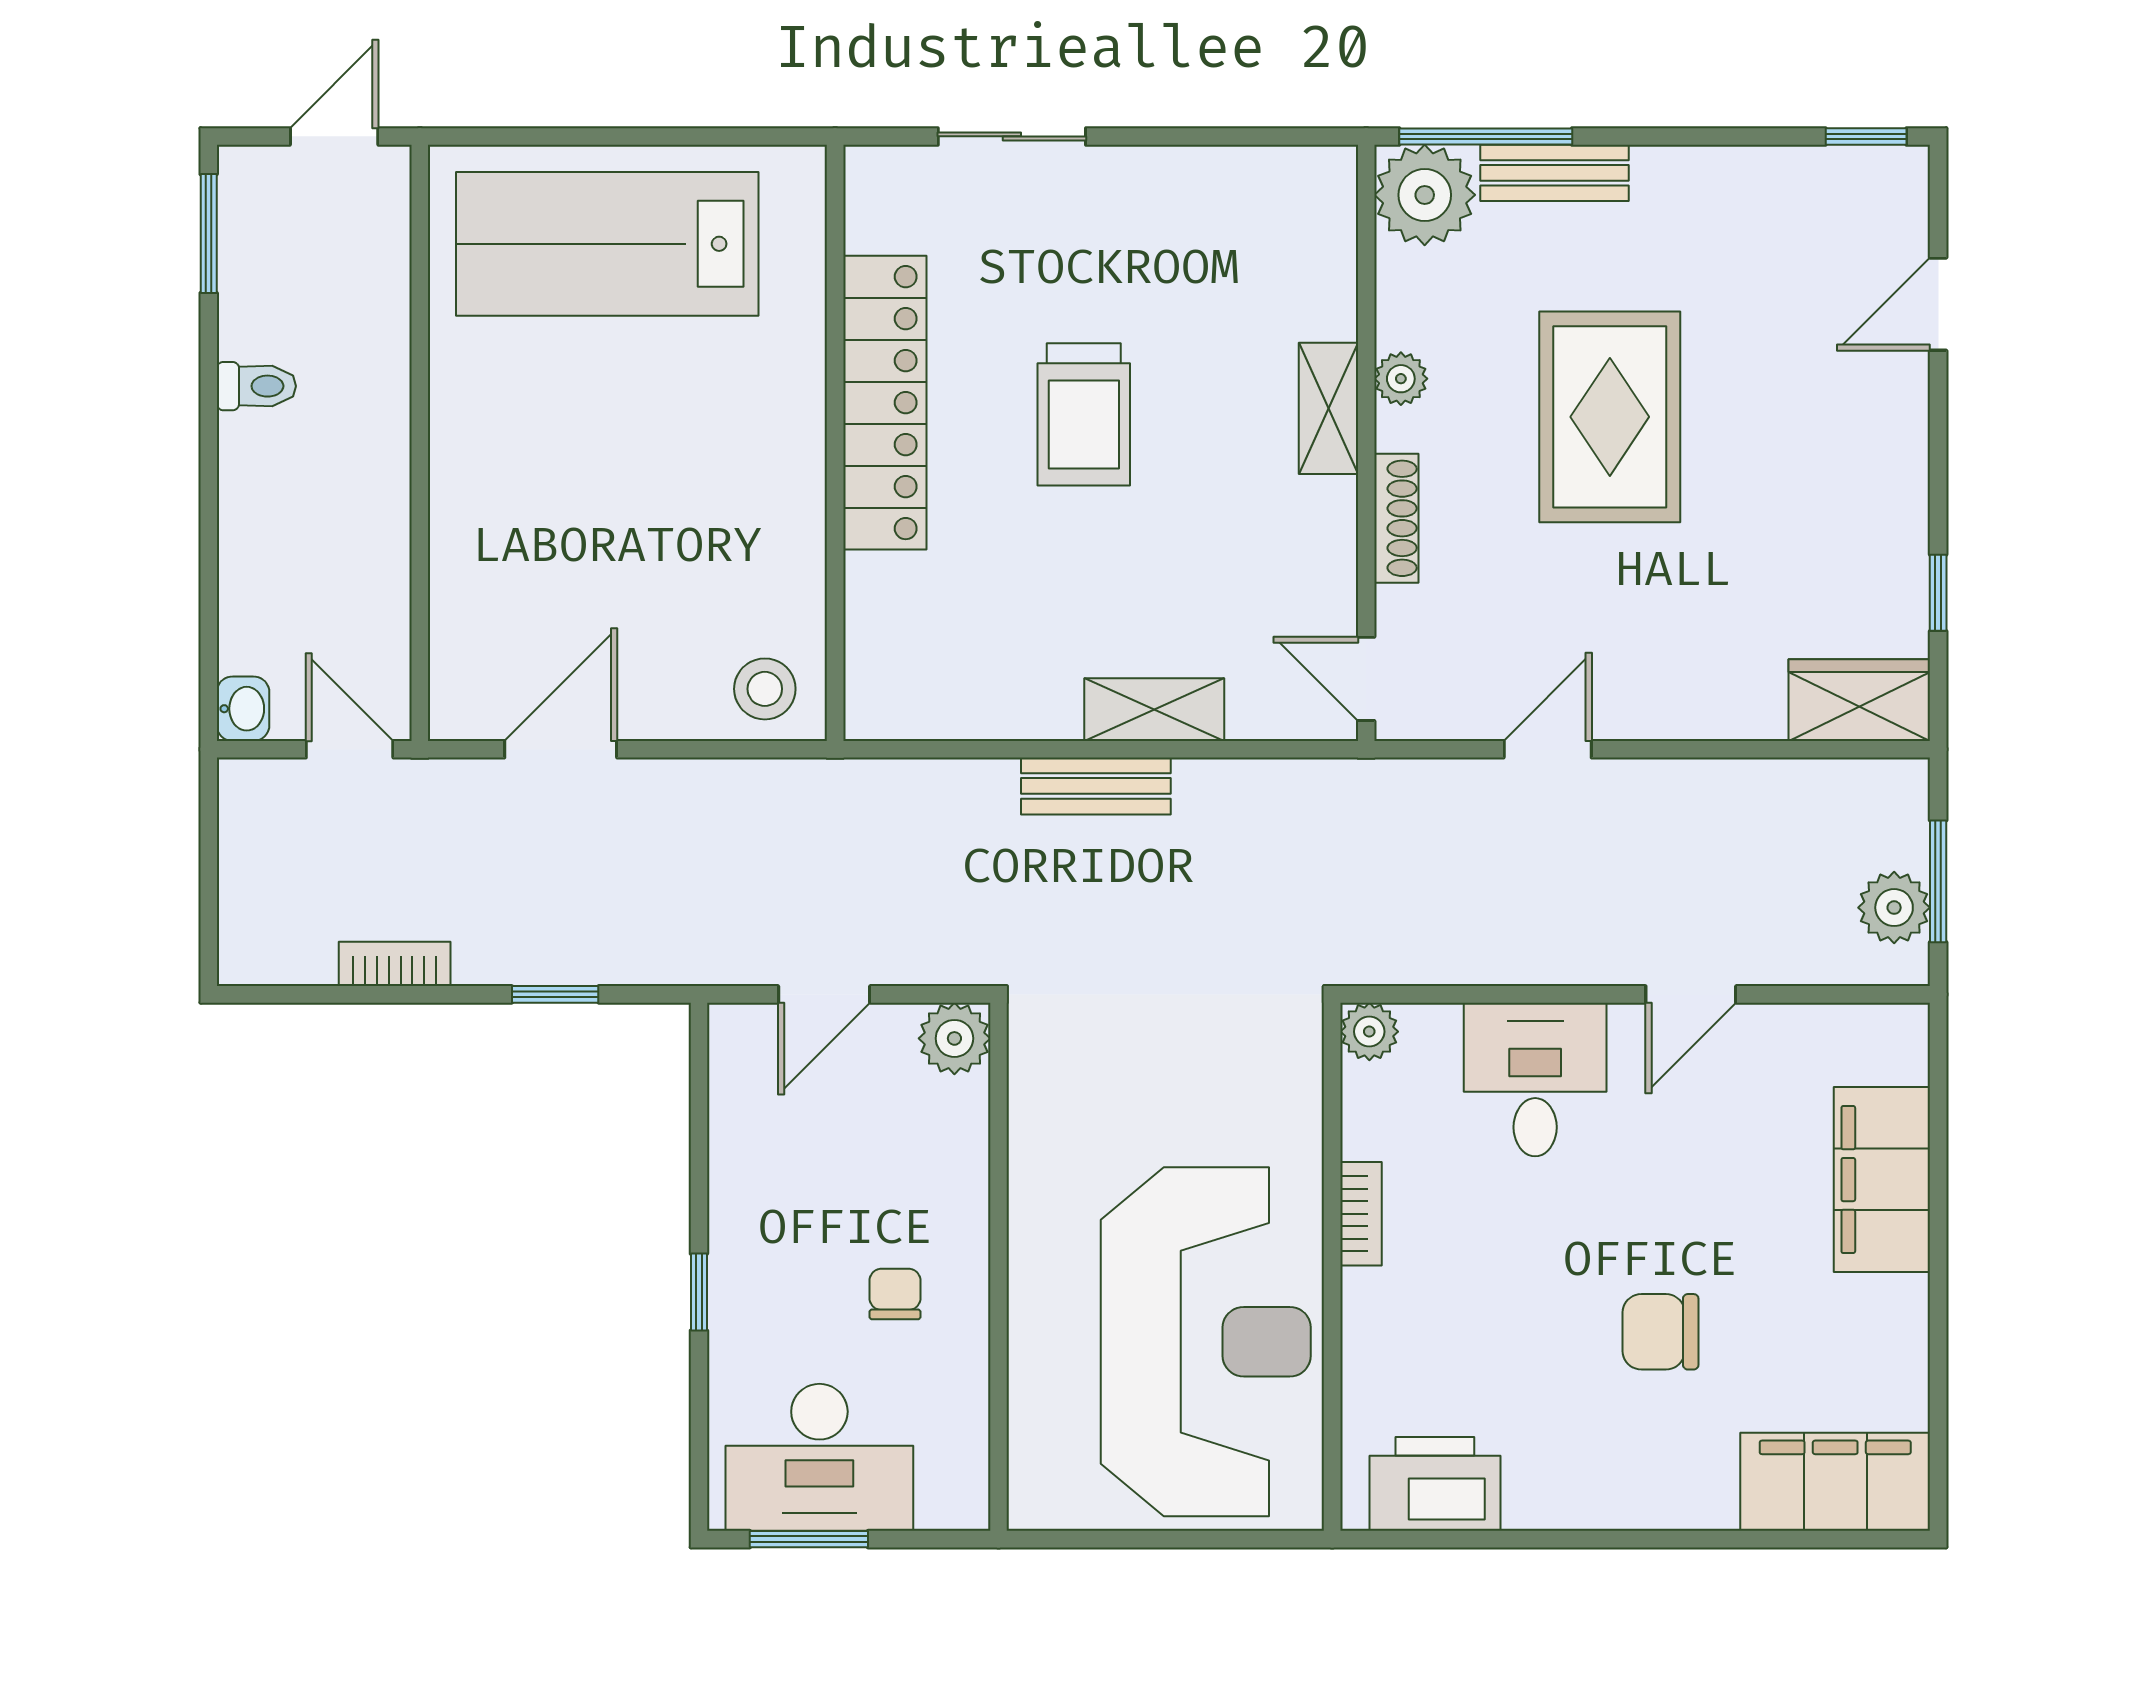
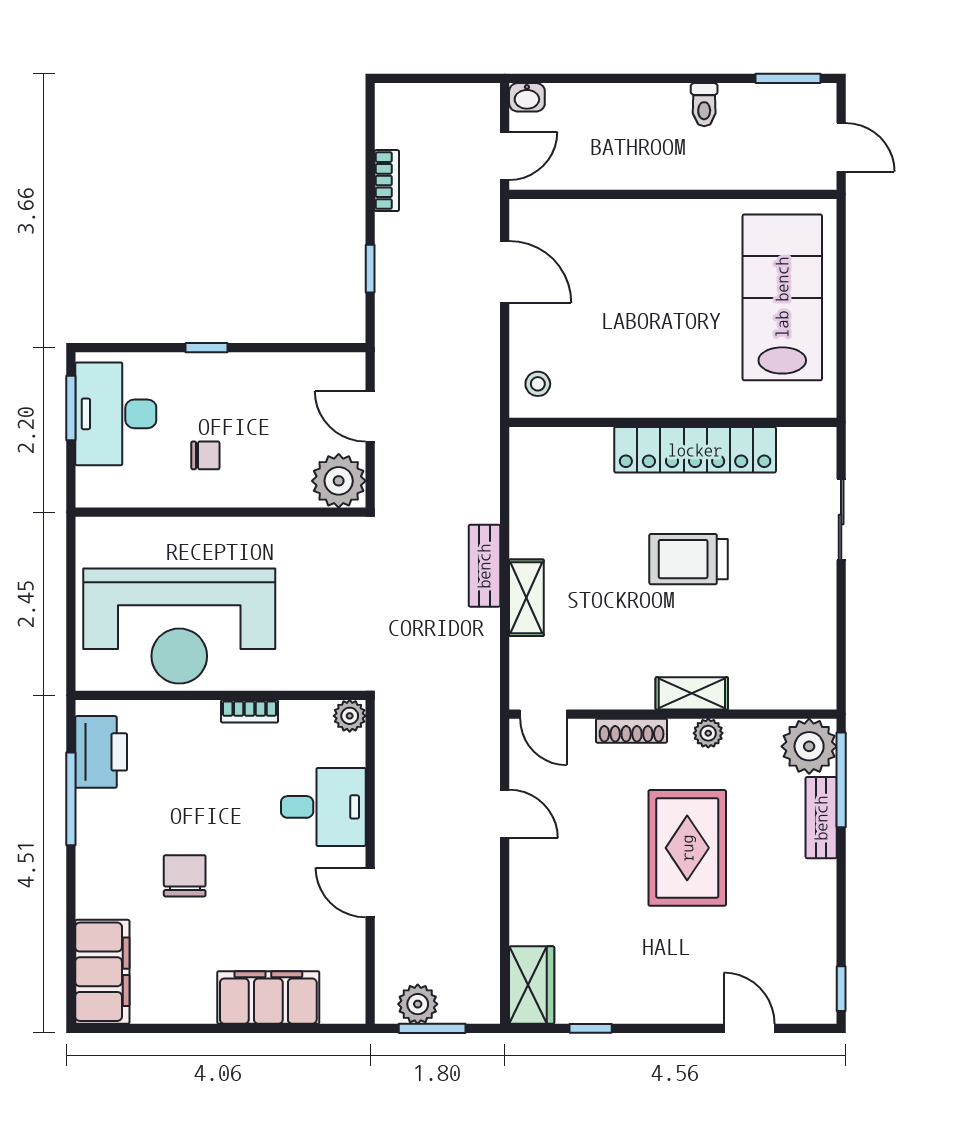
rug: (1610, 417) -> (687, 848), turned 90
door: (1366, 679) -> (543, 714), swing flipped
stool: (765, 689) -> (538, 384), width x0.73, depth x0.73
plant: (954, 1038) -> (339, 481), width x1.36, depth x1.36
window: (1520, 1539) -> (71, 799), added

